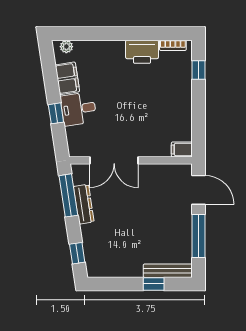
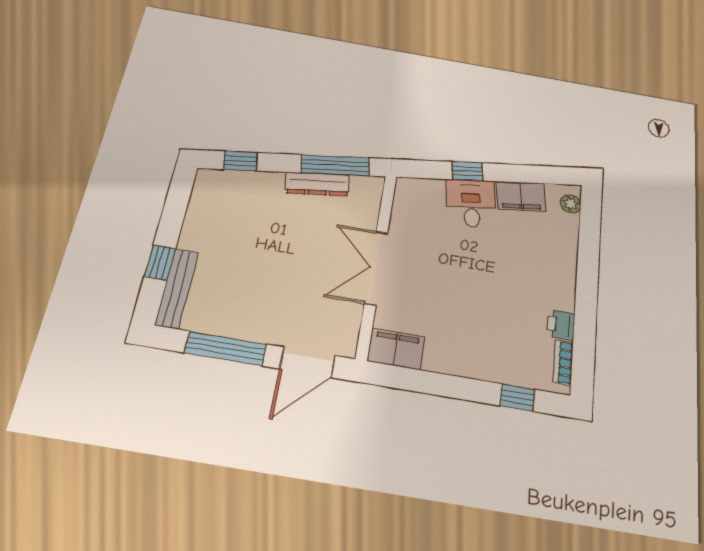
printer: (142, 52) -> (561, 325), width x0.53, depth x0.68
filing cabinet: (182, 149) -> (396, 349), width x2.00
double door: (114, 160) -> (376, 268), moved

